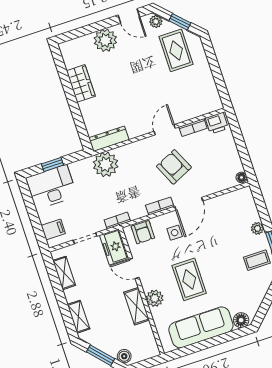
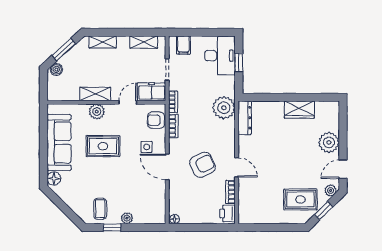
bookcase: (160, 206) -> (173, 126), moved

